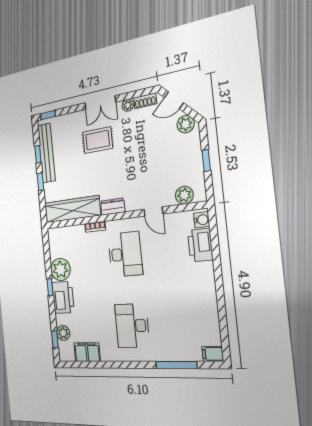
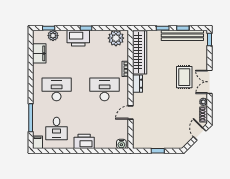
plant: (186, 124) -> (183, 140), removed
plant: (184, 195) -> (138, 134), removed
printer: (200, 245) -> (84, 141), moved
desk: (125, 254) -> (105, 89), turned 180
plant: (60, 269) -> (116, 38), moved
desk: (188, 324) -> (57, 129), added

